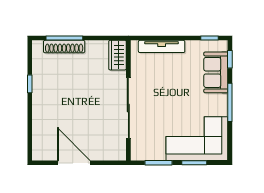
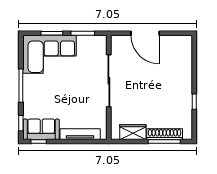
wardrobe: (117, 55) -> (133, 132), moved, turned -90
sofa: (216, 72) -> (41, 129), moved, turned -90
door: (74, 163) -> (145, 33), moved

